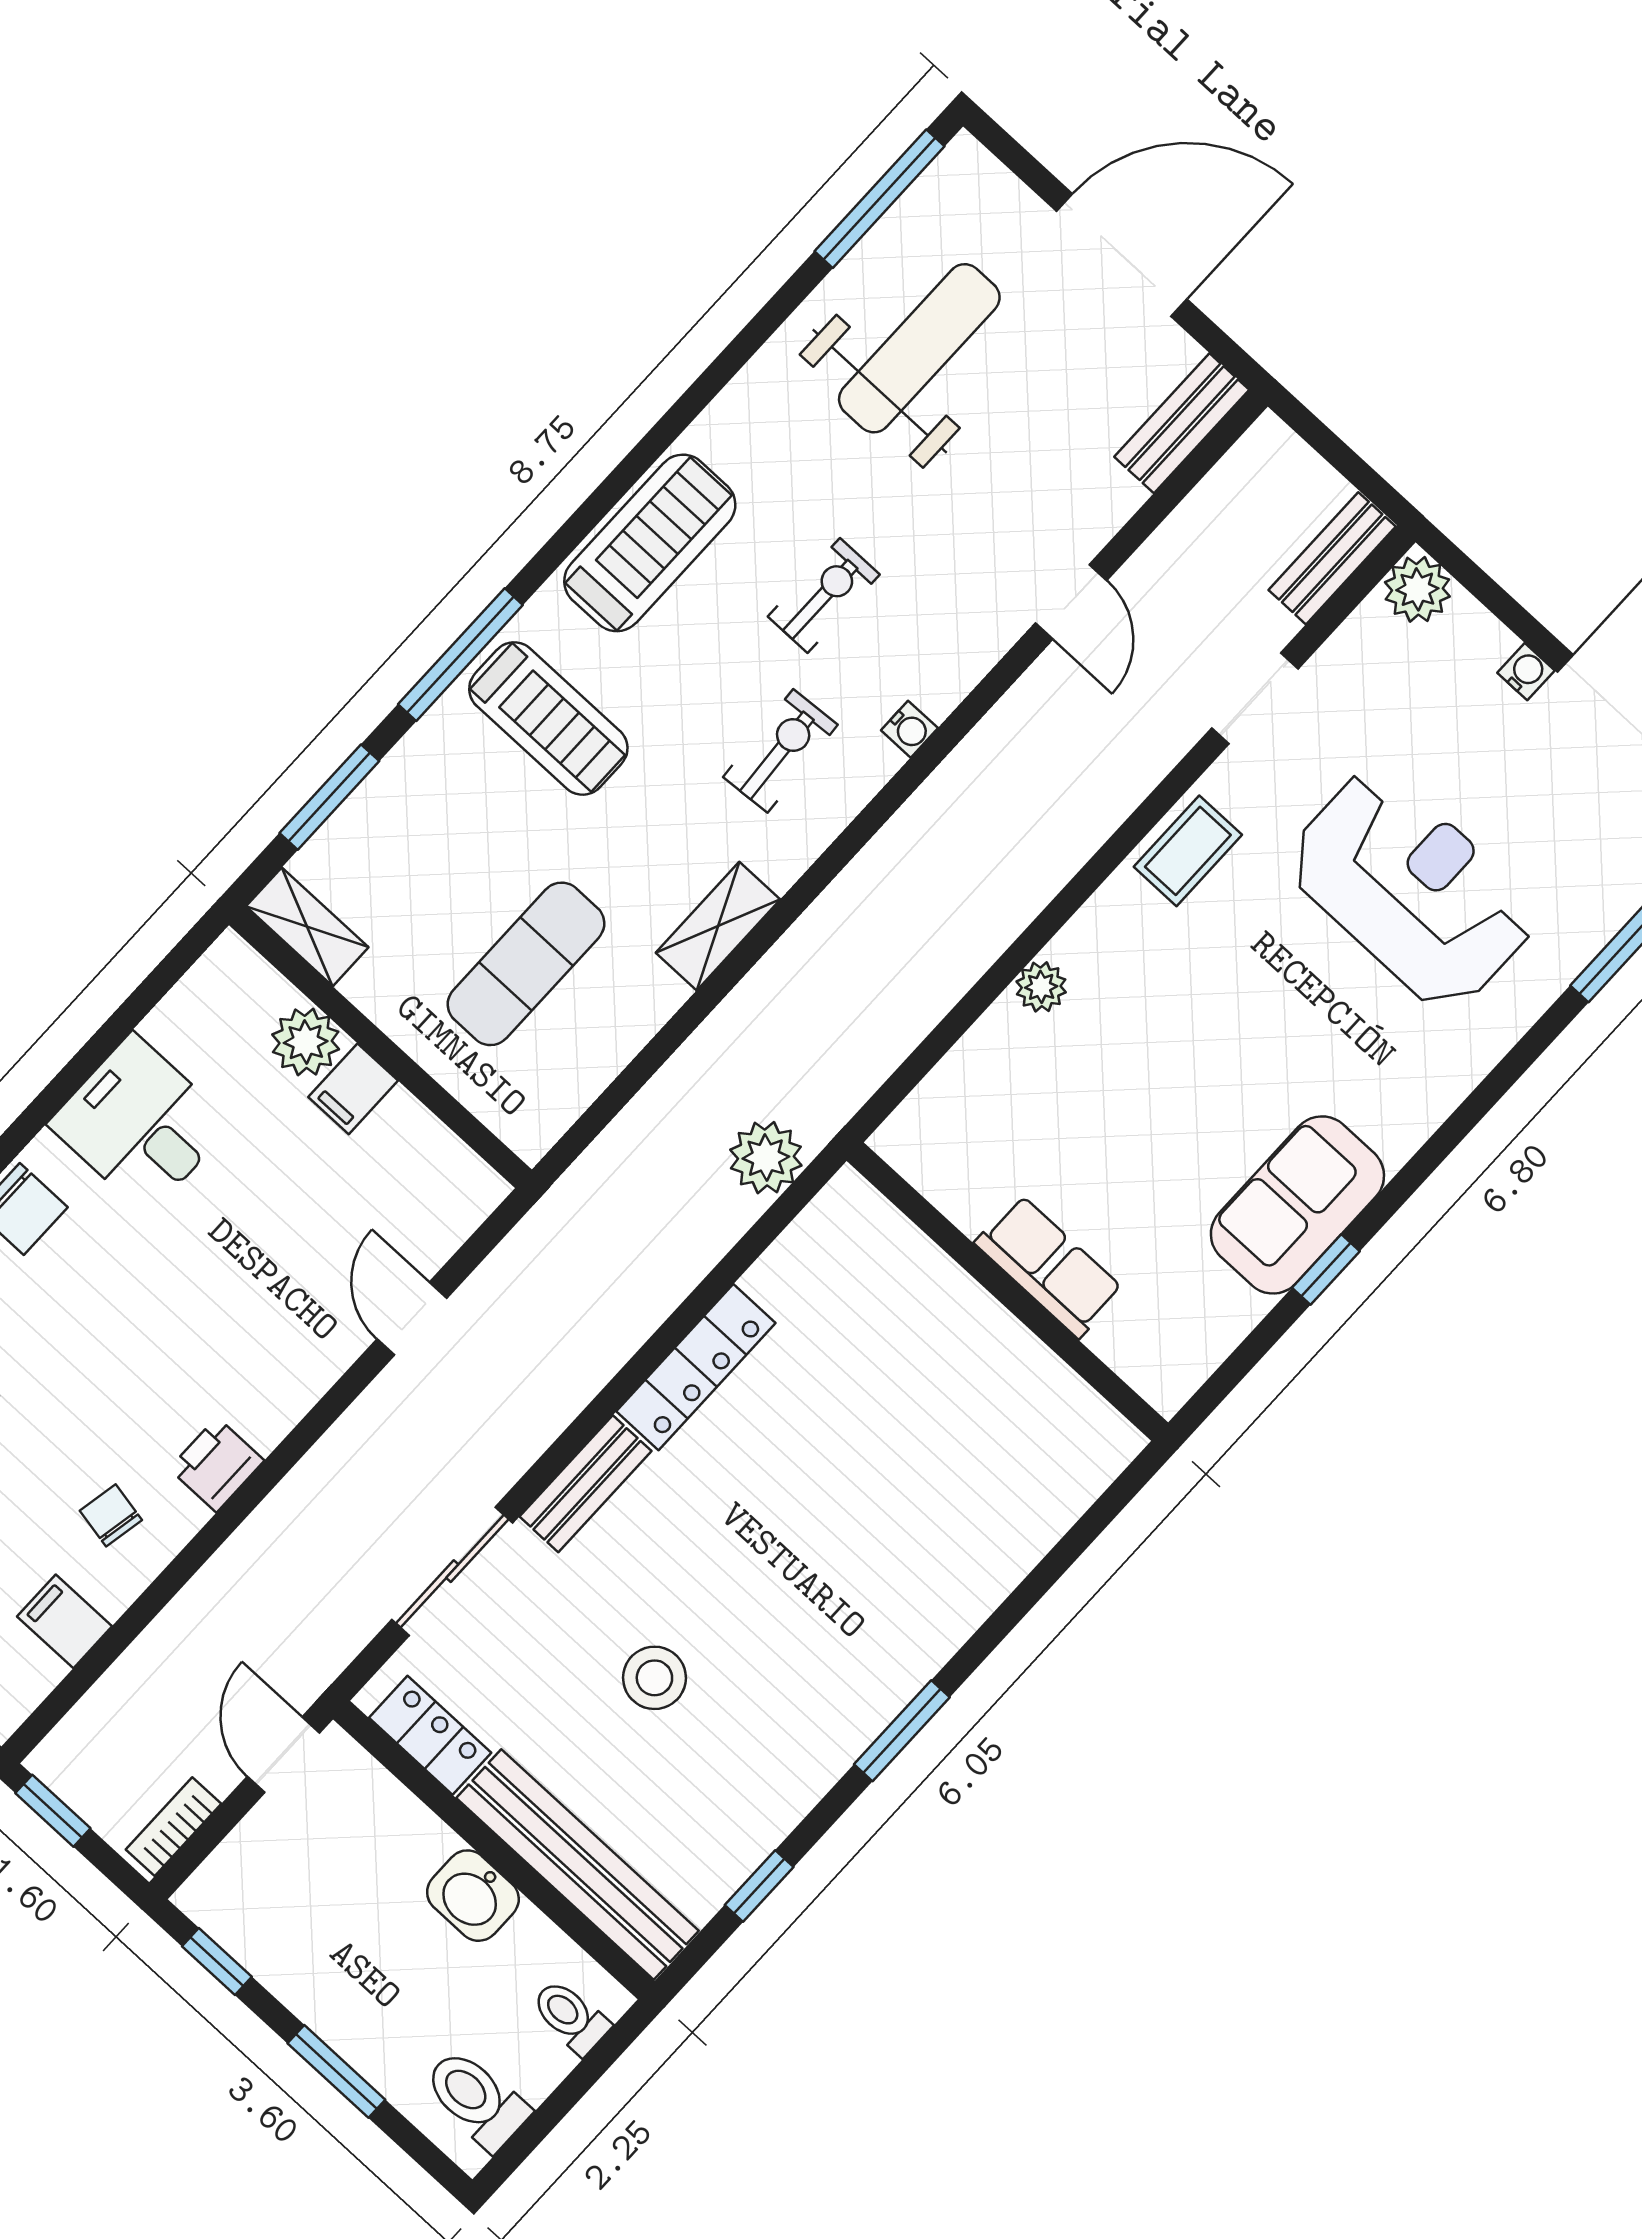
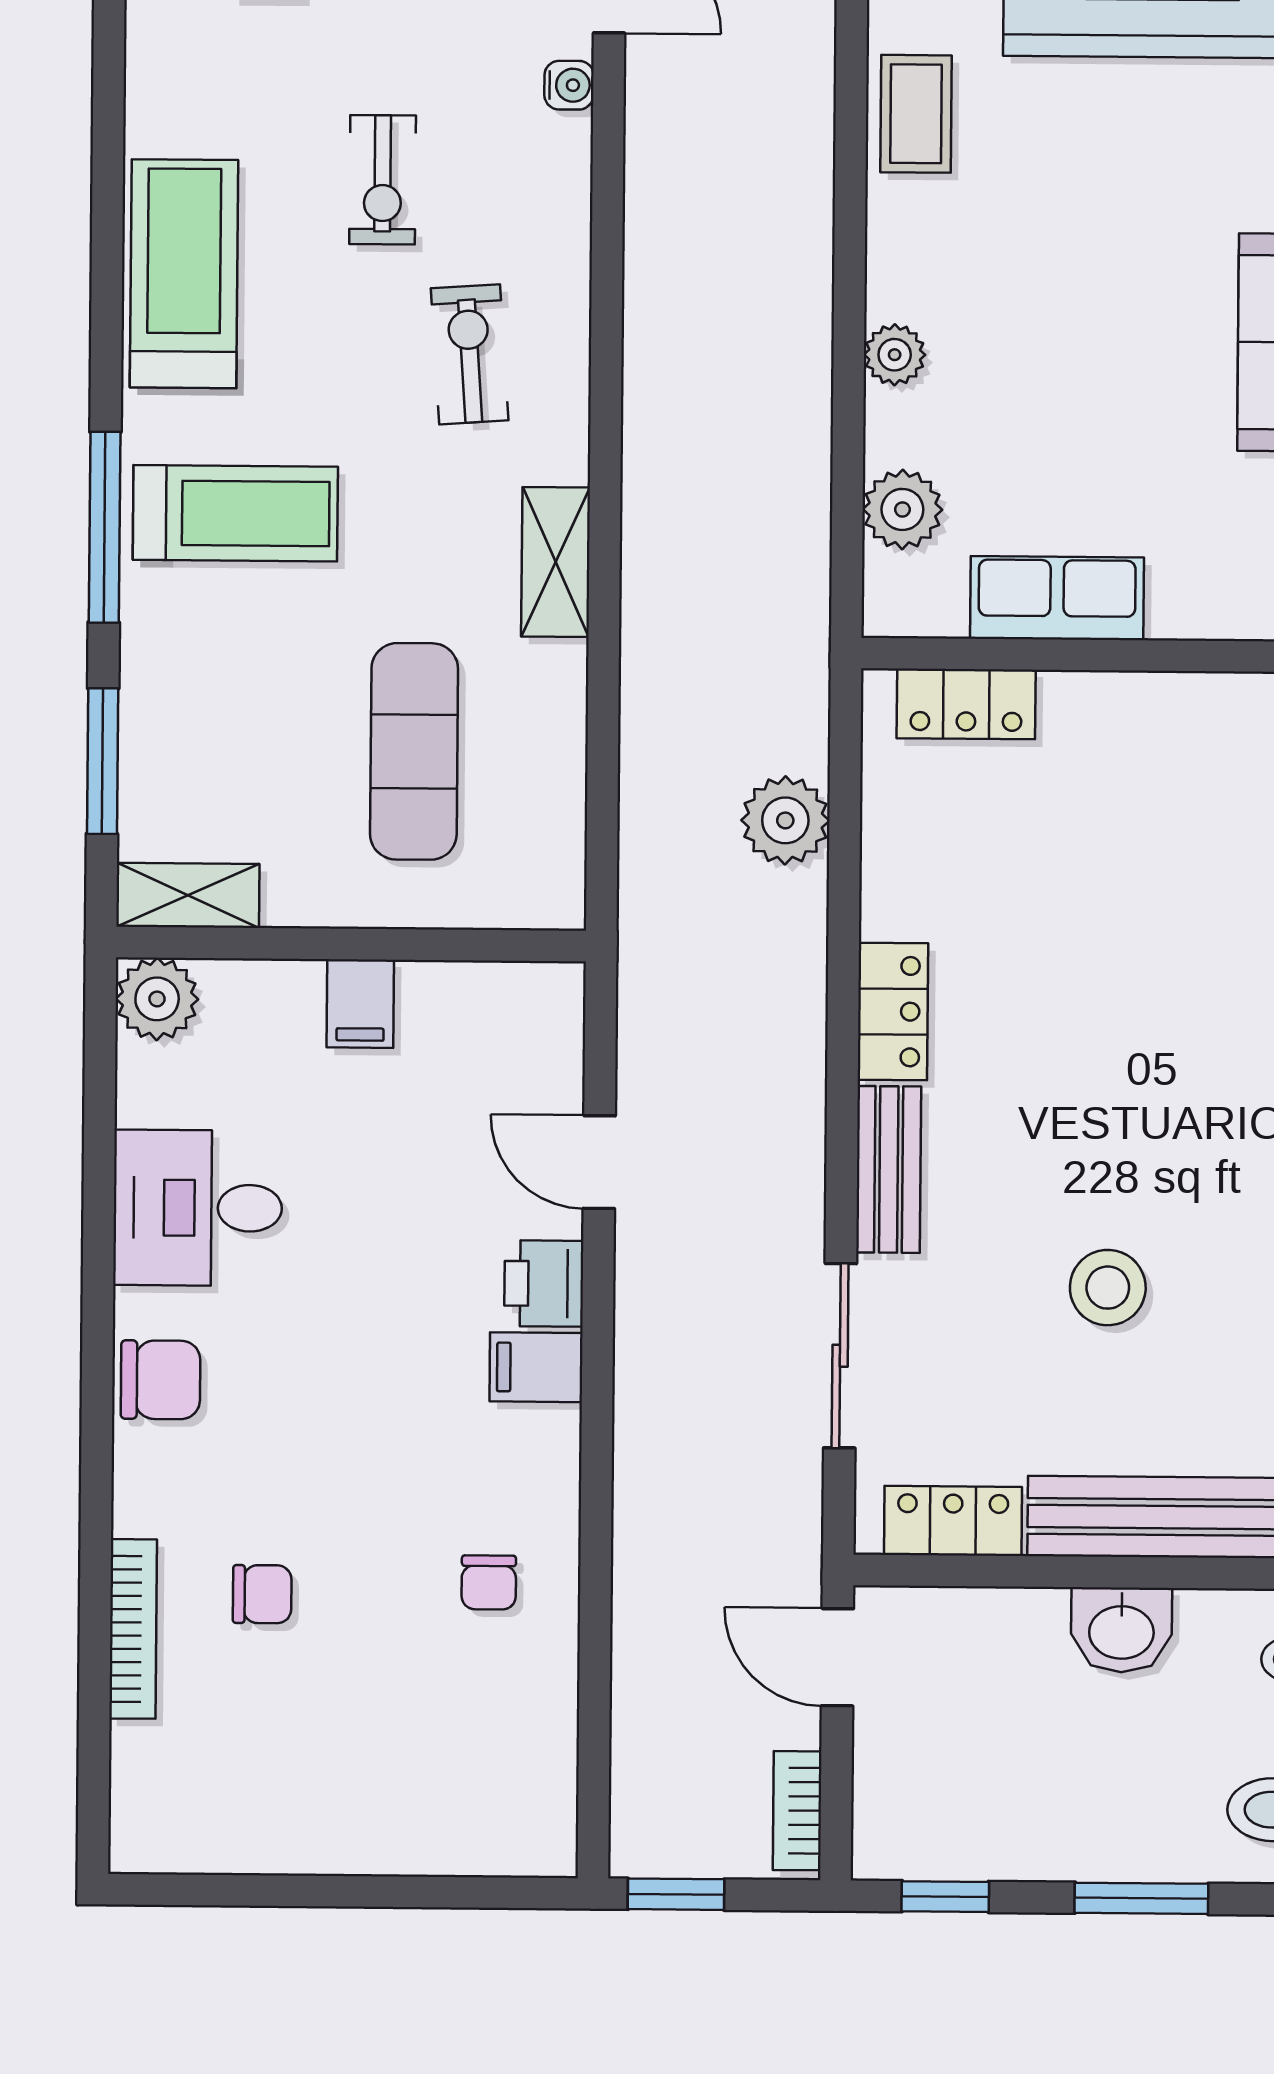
exercise bike: (824, 595) -> (383, 180), turned 180
water cooler: (909, 729) -> (569, 85), moved
plant: (306, 1042) -> (157, 999), moved
plant: (960, 1086) -> (902, 509), added
plant: (766, 1158) -> (785, 820), moved
locker: (891, 1241) -> (966, 704), added
row of seats: (1049, 1266) -> (1057, 598), moved
locker: (696, 1367) -> (893, 1011), width x0.66
printer: (217, 1465) -> (544, 1284), moved
chair: (111, 1515) -> (489, 1582), turned -101
filing cabinet: (65, 1621) -> (536, 1367), moved

